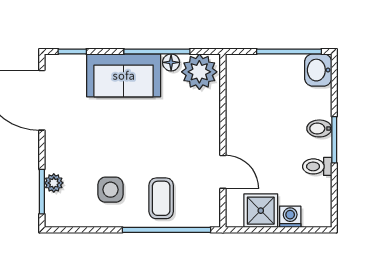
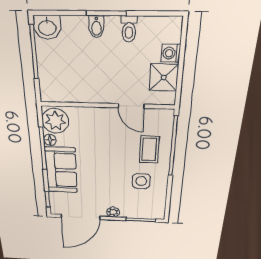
door: (223, 172) -> (131, 106), swing flipped
plant: (54, 183) -> (113, 212), moved
coffee table: (161, 198) -> (149, 150), turned 90

